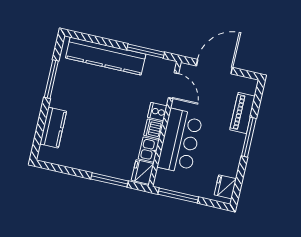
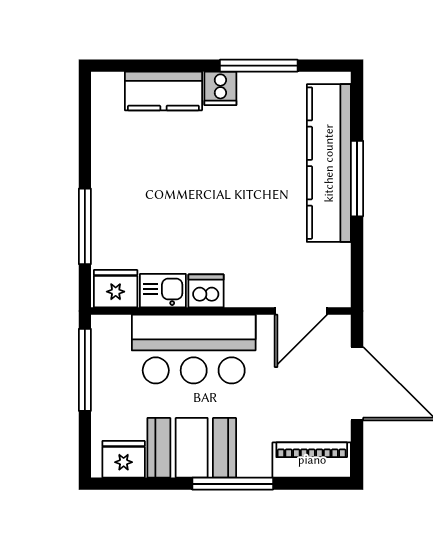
window: (146, 51) -> (357, 179), moved
cooker: (157, 112) -> (220, 88), moved, turned 180
piano: (242, 113) -> (312, 460), moved
booth: (227, 153) -> (192, 448), added

